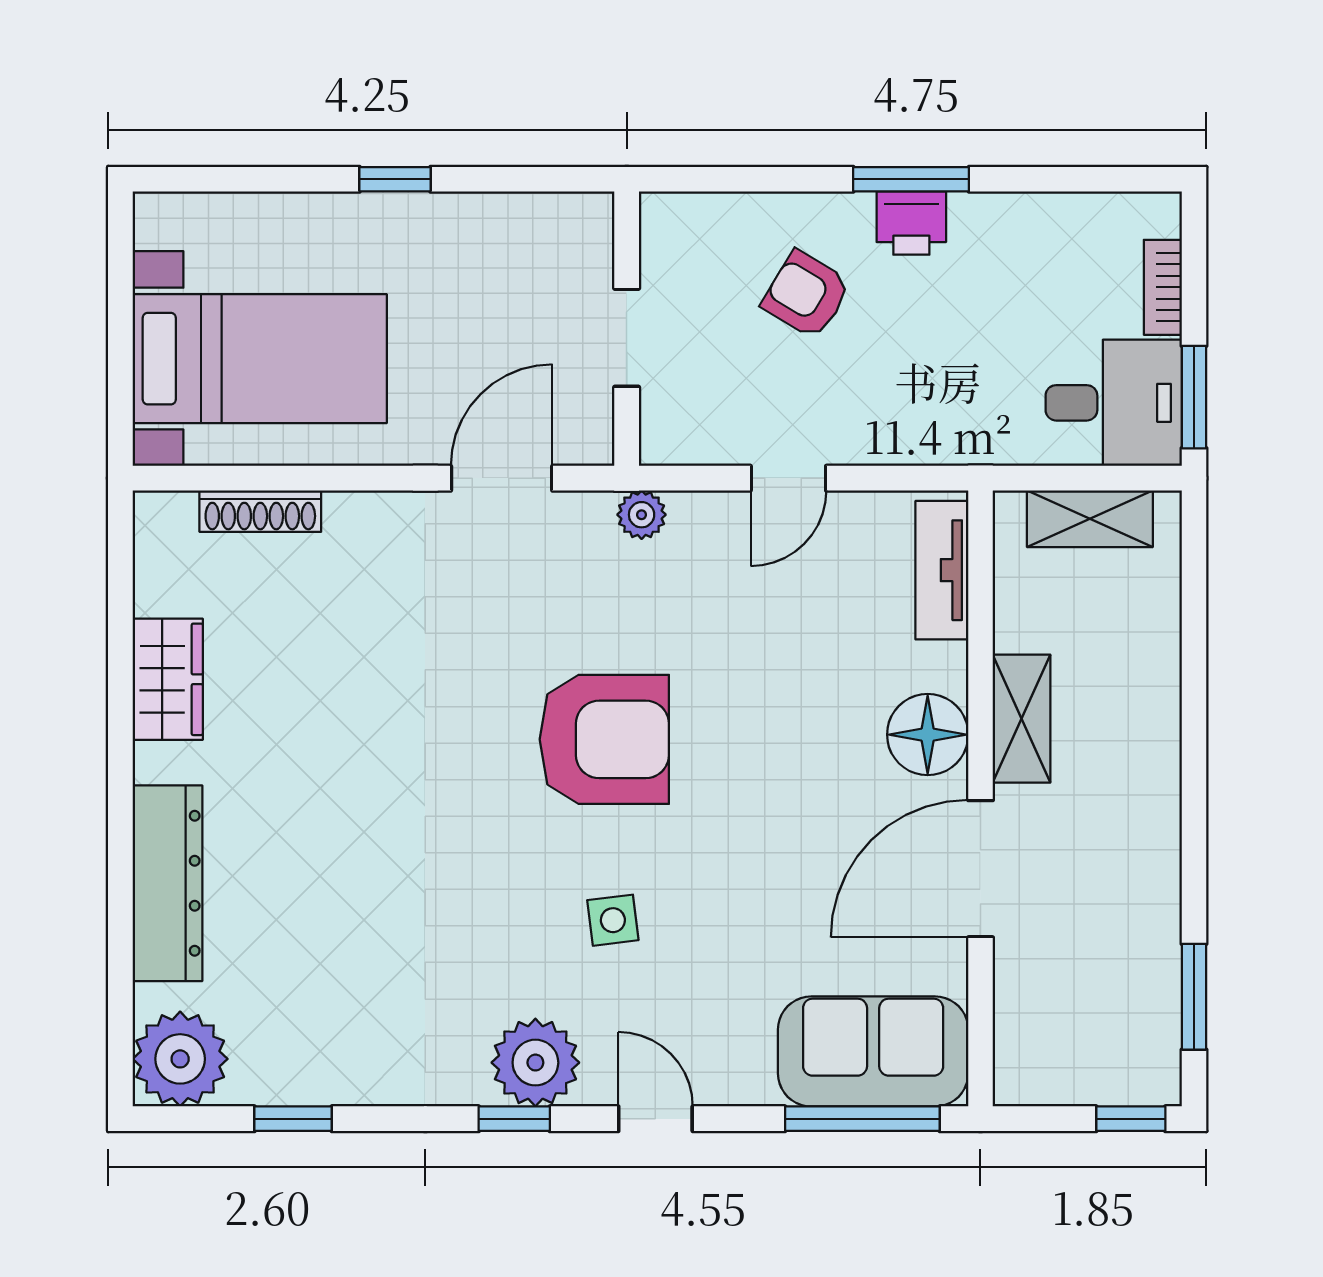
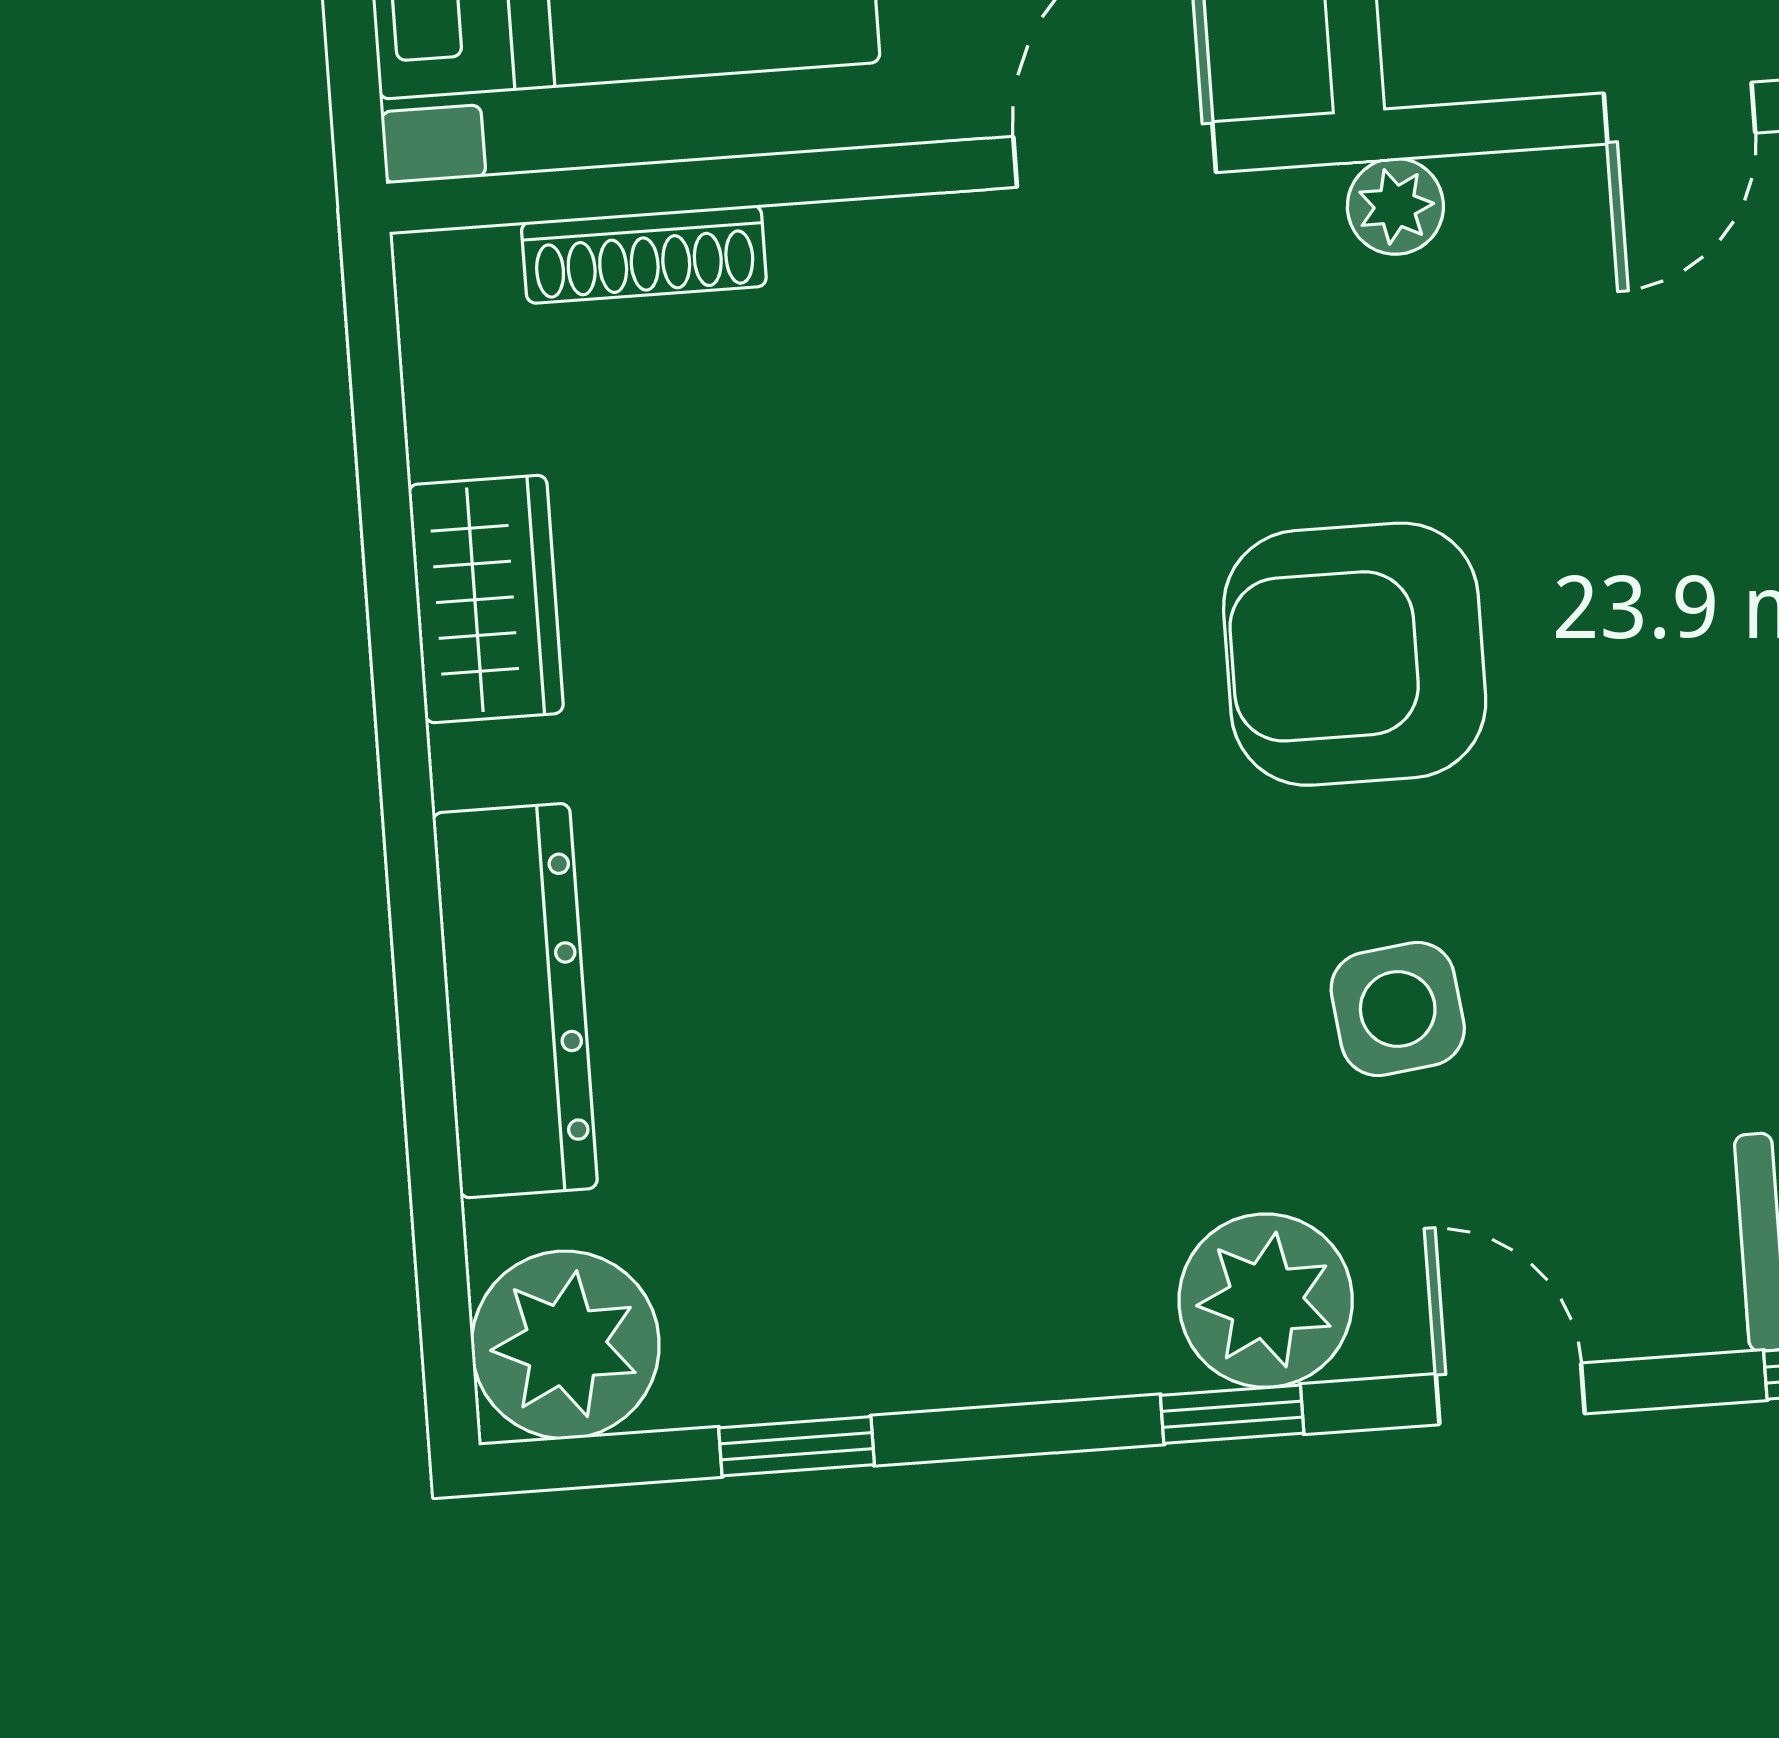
armchair: (604, 739) -> (1355, 654), turned 180
side table: (613, 920) -> (1398, 1009), width x1.37, depth x1.37

